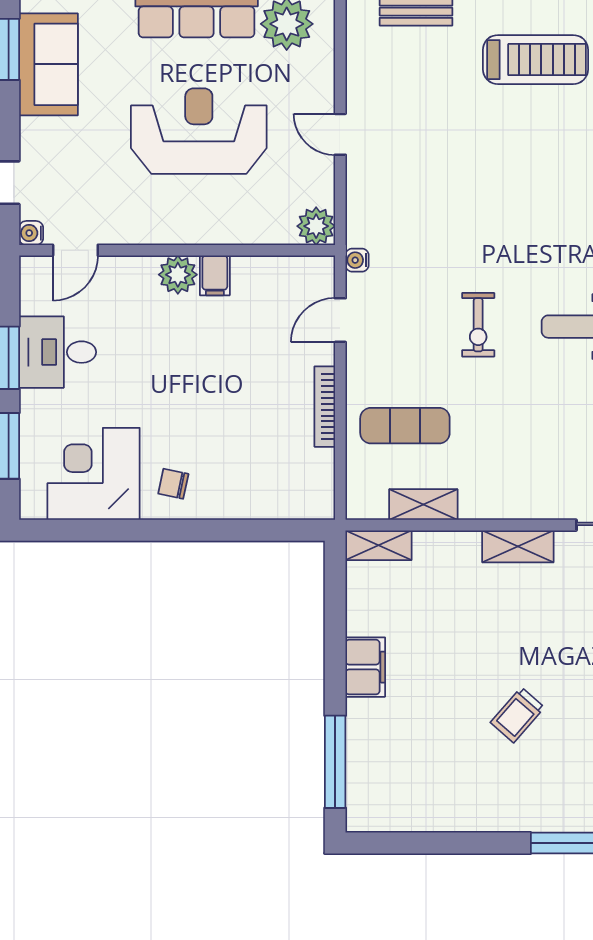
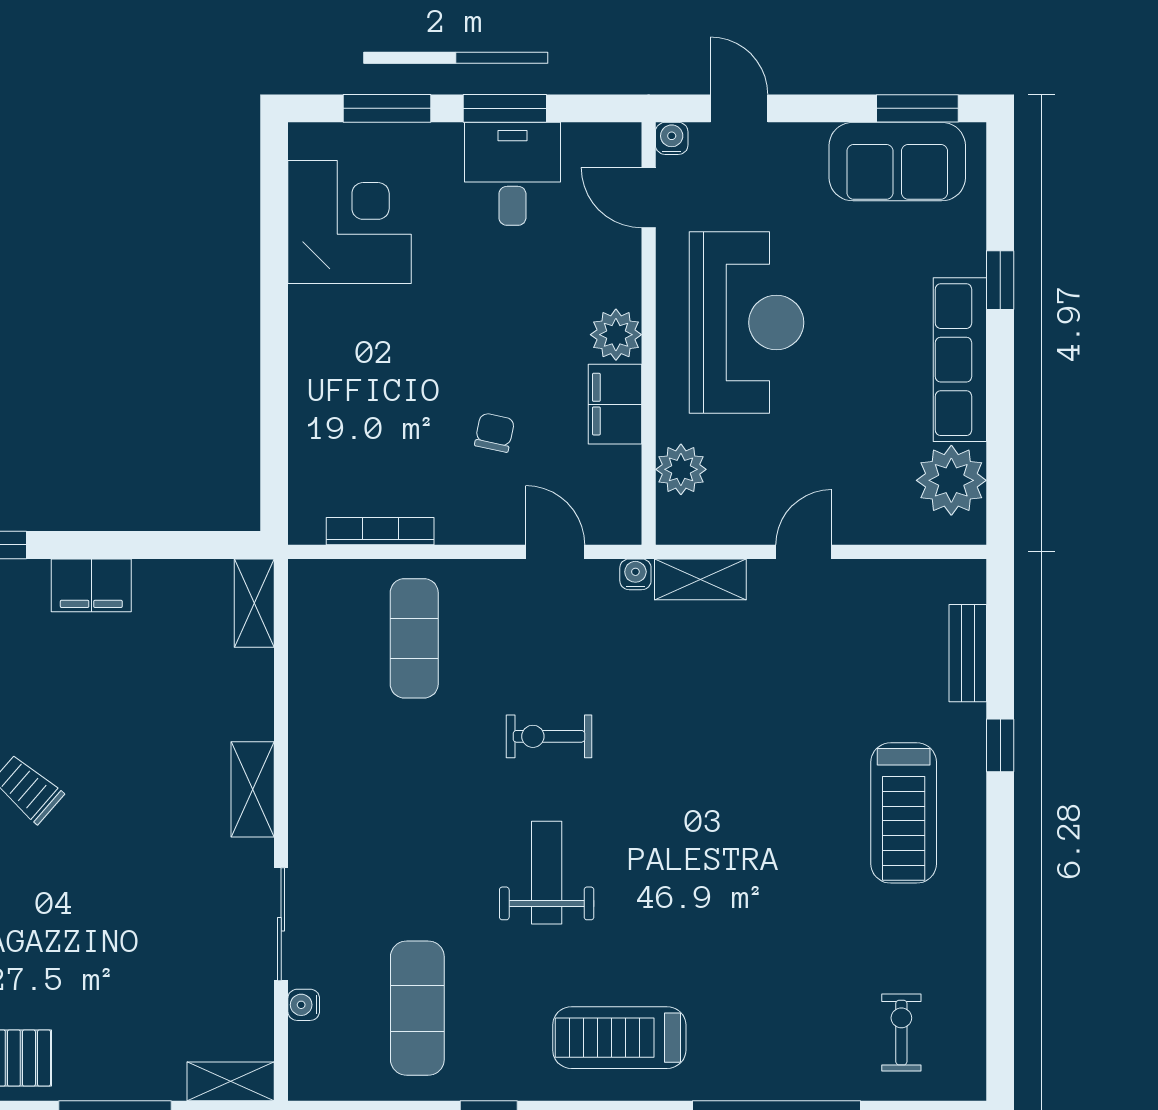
reception desk: (199, 131) -> (747, 323), moved
plant: (316, 226) -> (681, 469), moved
filing cabinet: (215, 275) -> (615, 404), width x2.00
bookcase: (325, 407) -> (380, 531), moved
chair: (173, 484) -> (494, 433), moved
shelving: (423, 505) -> (700, 579), moved, turned 90

